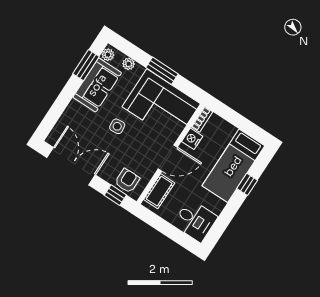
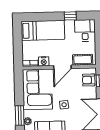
window: (162, 71) -> (20, 115), moved
door: (168, 158) -> (62, 67), swing flipped
window: (247, 184) -> (70, 16), moved

